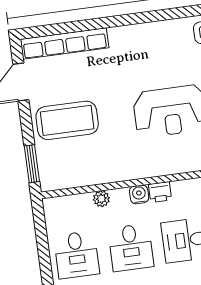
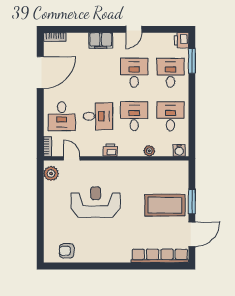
window: (32, 164) -> (192, 202), moved
water cooler: (139, 194) -> (179, 150), moved

